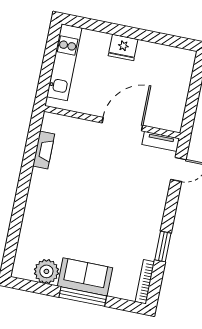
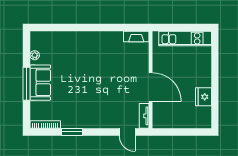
fridge: (123, 48) -> (203, 97), moved
fireplace: (44, 150) -> (136, 36), moved
plant: (46, 271) -> (35, 55), width x0.53, depth x0.53

